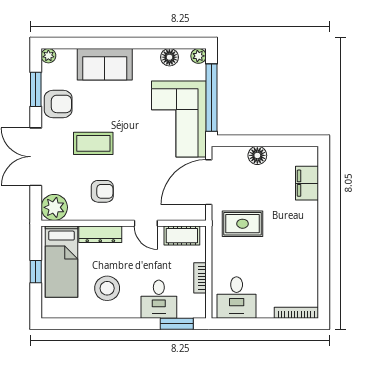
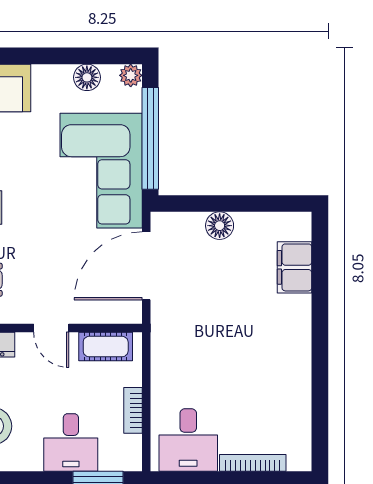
rug: (243, 224) -> (197, 329), removed
bookcase: (296, 313) -> (253, 463), moved

